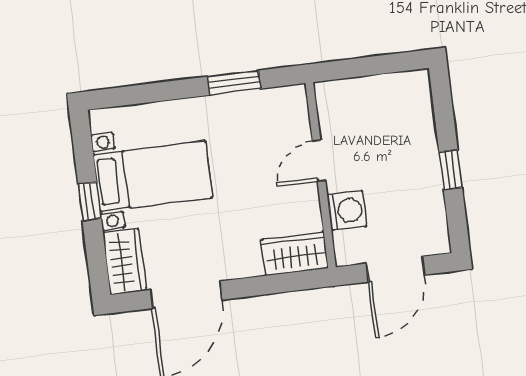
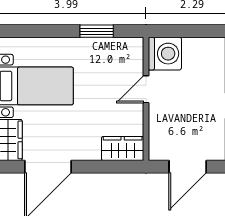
washing machine: (347, 210) -> (165, 54), moved, width x1.37, depth x1.37

